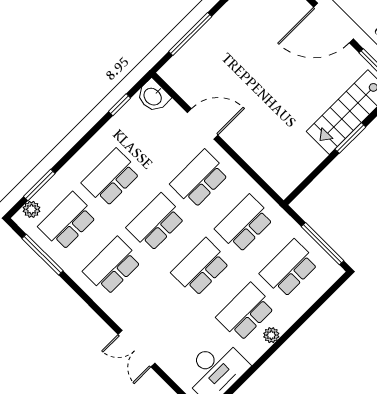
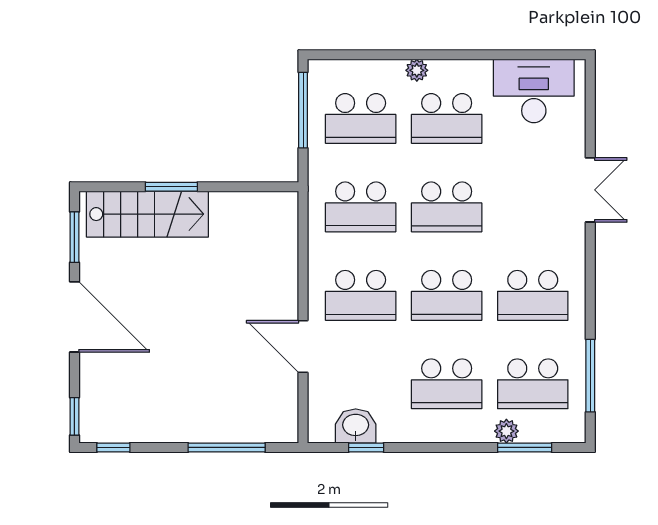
washbasin: (153, 96) -> (356, 426), moved, turned -90
plant: (31, 209) -> (506, 431), moved
plant: (271, 335) -> (417, 70), moved

